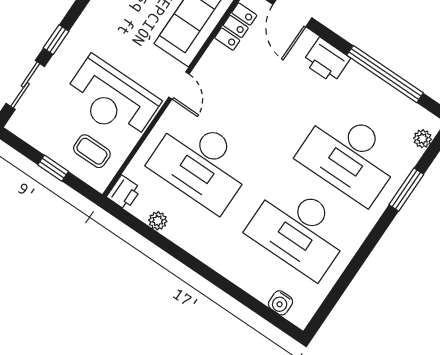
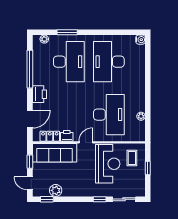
printer: (124, 193) -> (67, 136), moved
desk: (299, 230) -> (109, 62), turned 180
water cooler: (280, 303) -> (141, 40), moved

